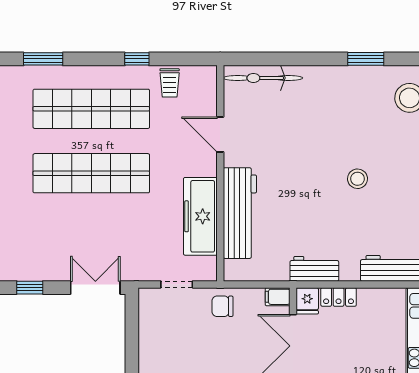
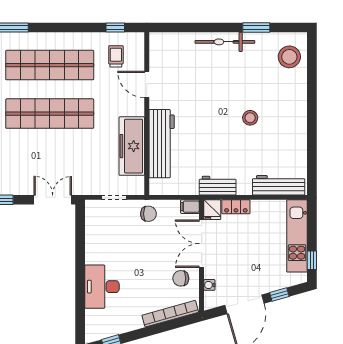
window: (137, 59) -> (115, 28), moved
bicycle: (263, 78) -> (225, 42), moved
trolley: (170, 83) -> (116, 56), moved, turned 180
chair: (222, 306) -> (148, 214), turned 180

